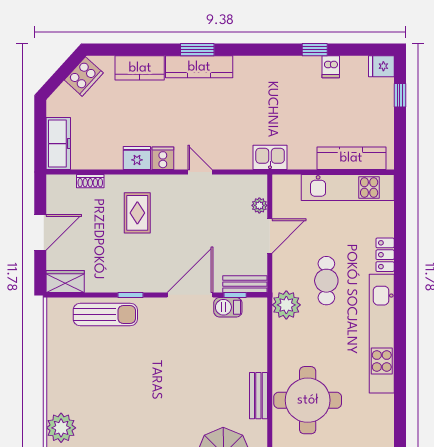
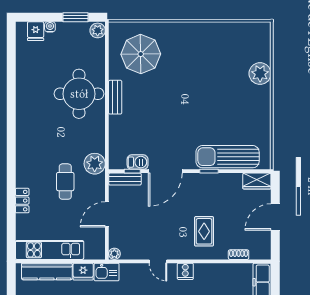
fridge: (137, 158) -> (83, 272), moved
plant: (259, 205) -> (114, 254), moved
sun lounger: (105, 315) -> (228, 157), width x1.36, depth x1.34
kitchen unit: (382, 334) -> (25, 143), removed

